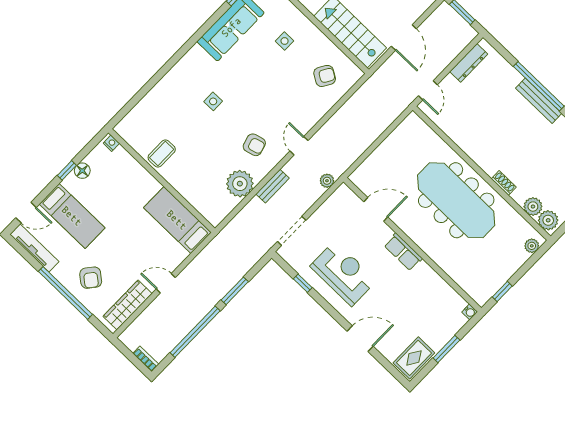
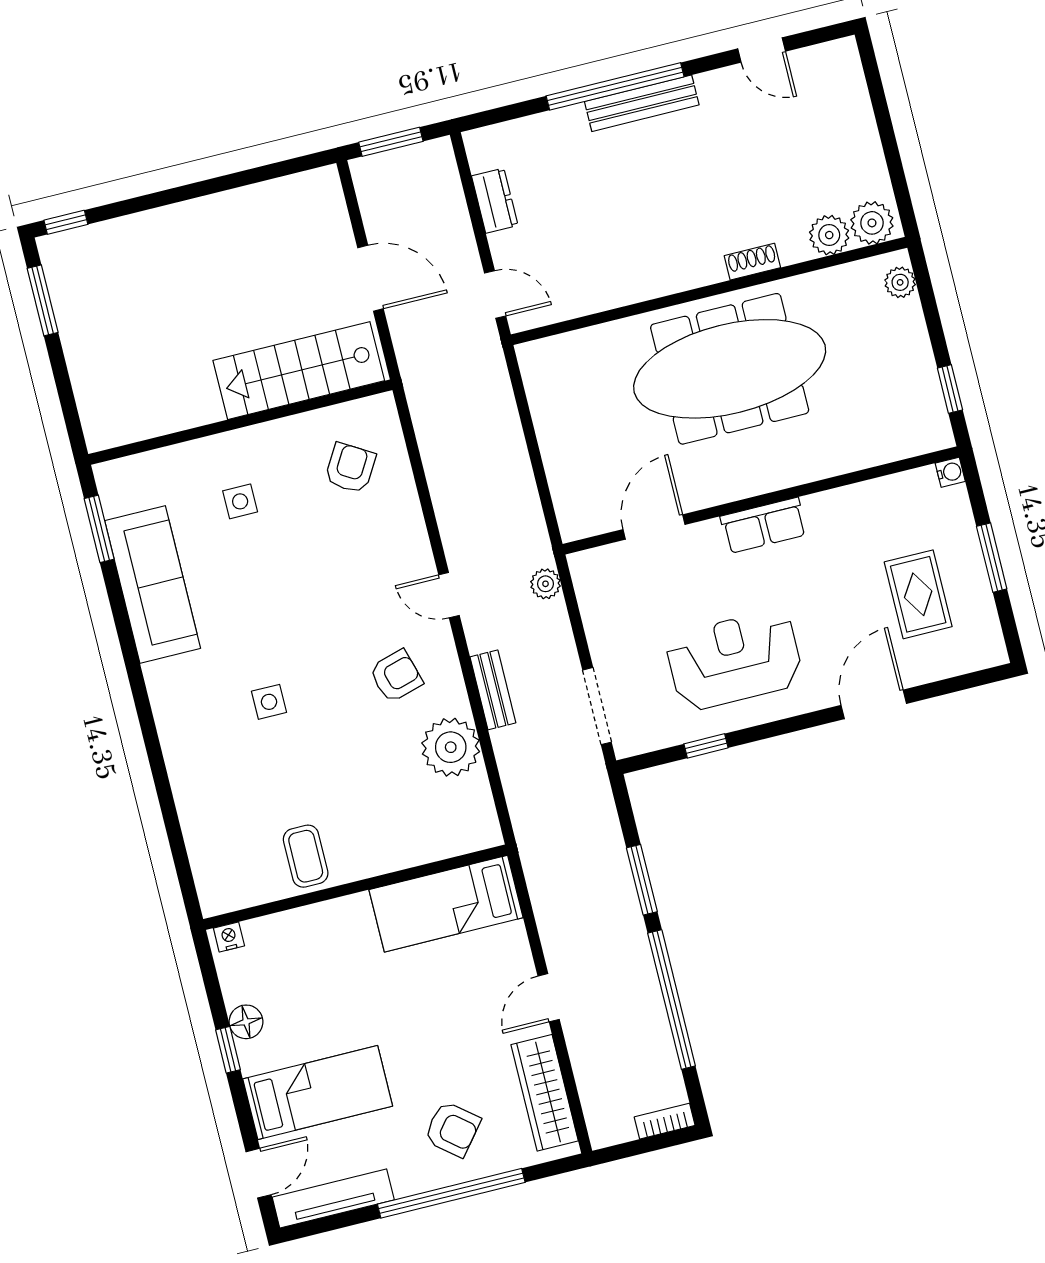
dresser: (469, 63) -> (495, 201), width x0.70
rug: (414, 358) -> (918, 594), moved

